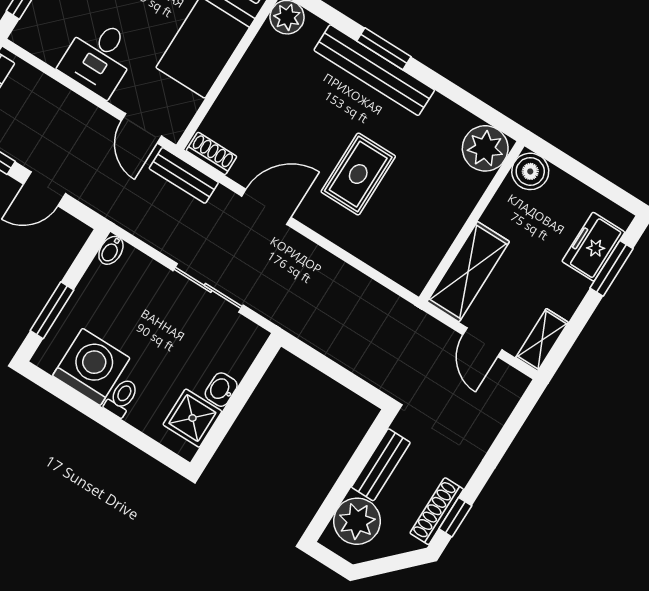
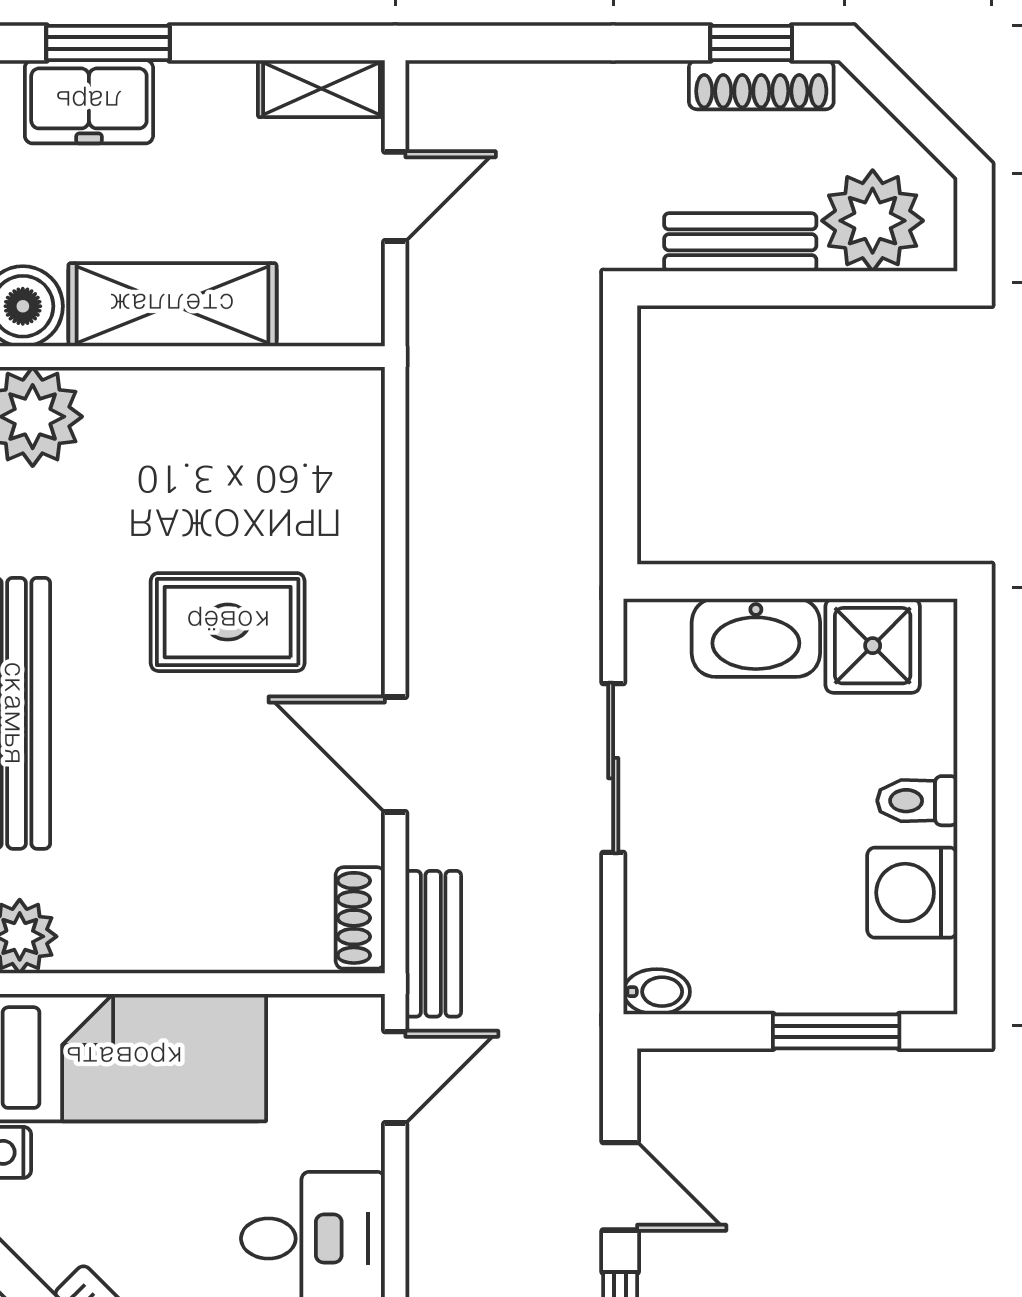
shelving: (468, 272) -> (172, 305), moved
washing machine: (91, 367) -> (912, 893), width x0.73, depth x0.73
washbasin: (221, 390) -> (756, 638), width x1.91, depth x1.45

